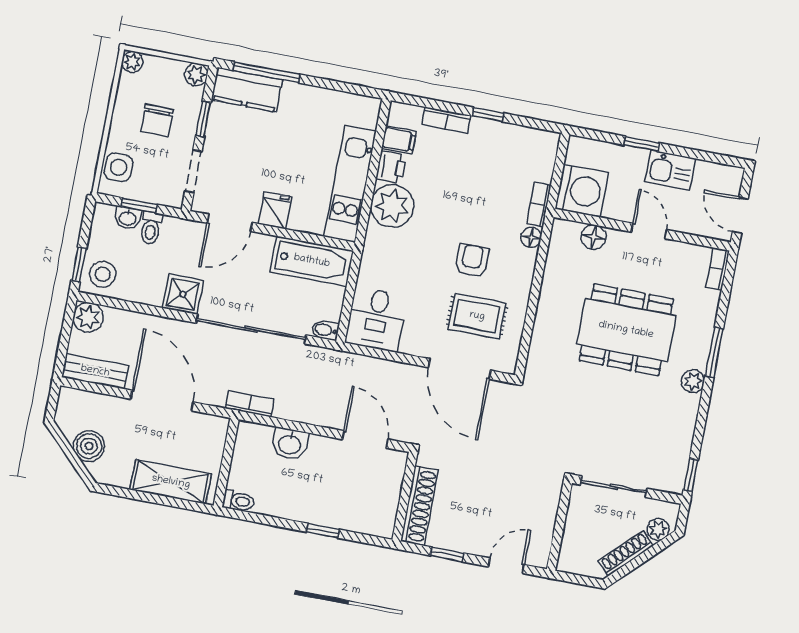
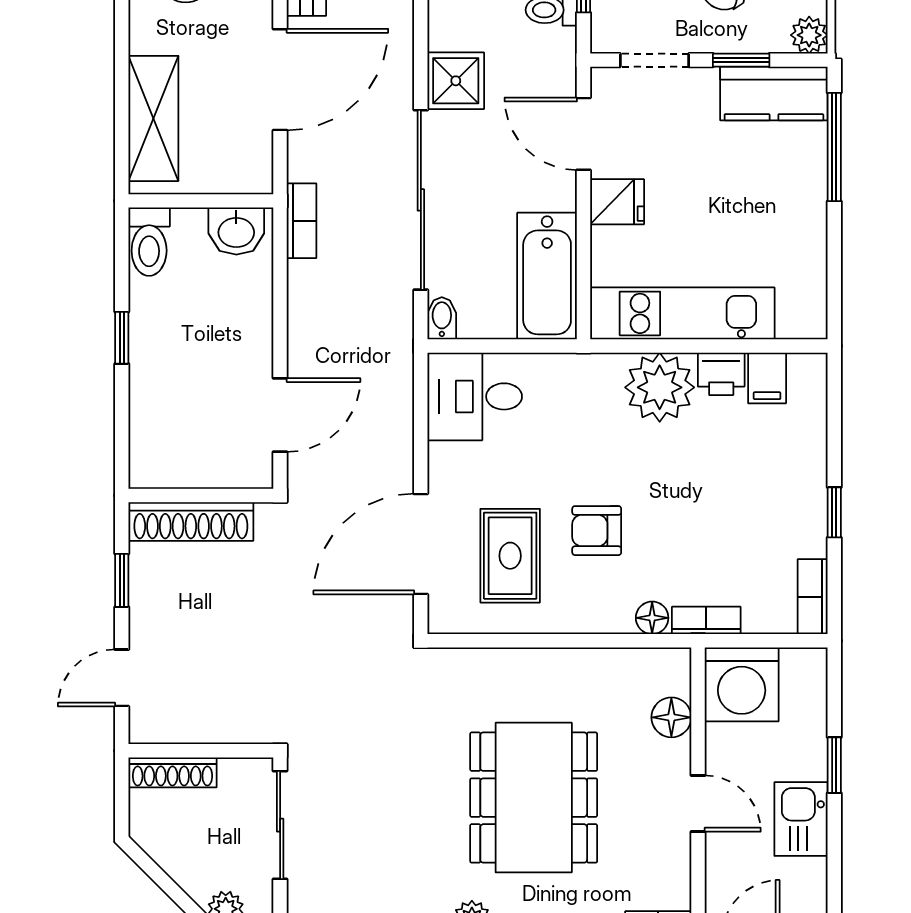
kitchen counter: (247, 90) -> (774, 94), moved, turned -90
bookcase: (446, 120) -> (813, 597), moved
door: (649, 231) -> (698, 804), hinge flipped
armchair: (472, 261) -> (597, 531), turned 180
washbasin: (290, 444) -> (236, 231), moved, turned -90
toilet: (238, 501) -> (149, 242), width x1.37, depth x1.39
window: (323, 531) -> (122, 338), moved
shoe rack: (626, 553) -> (172, 772), moved, turned 135
door: (506, 566) -> (122, 678), swing flipped

